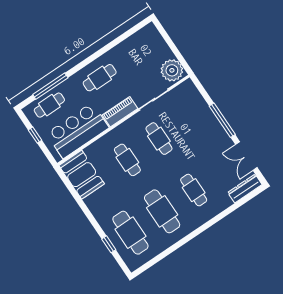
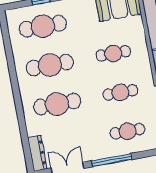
cafe table: (191, 117) -> (128, 131), added
cafe table: (194, 190) -> (57, 104), width x1.37, depth x1.35

